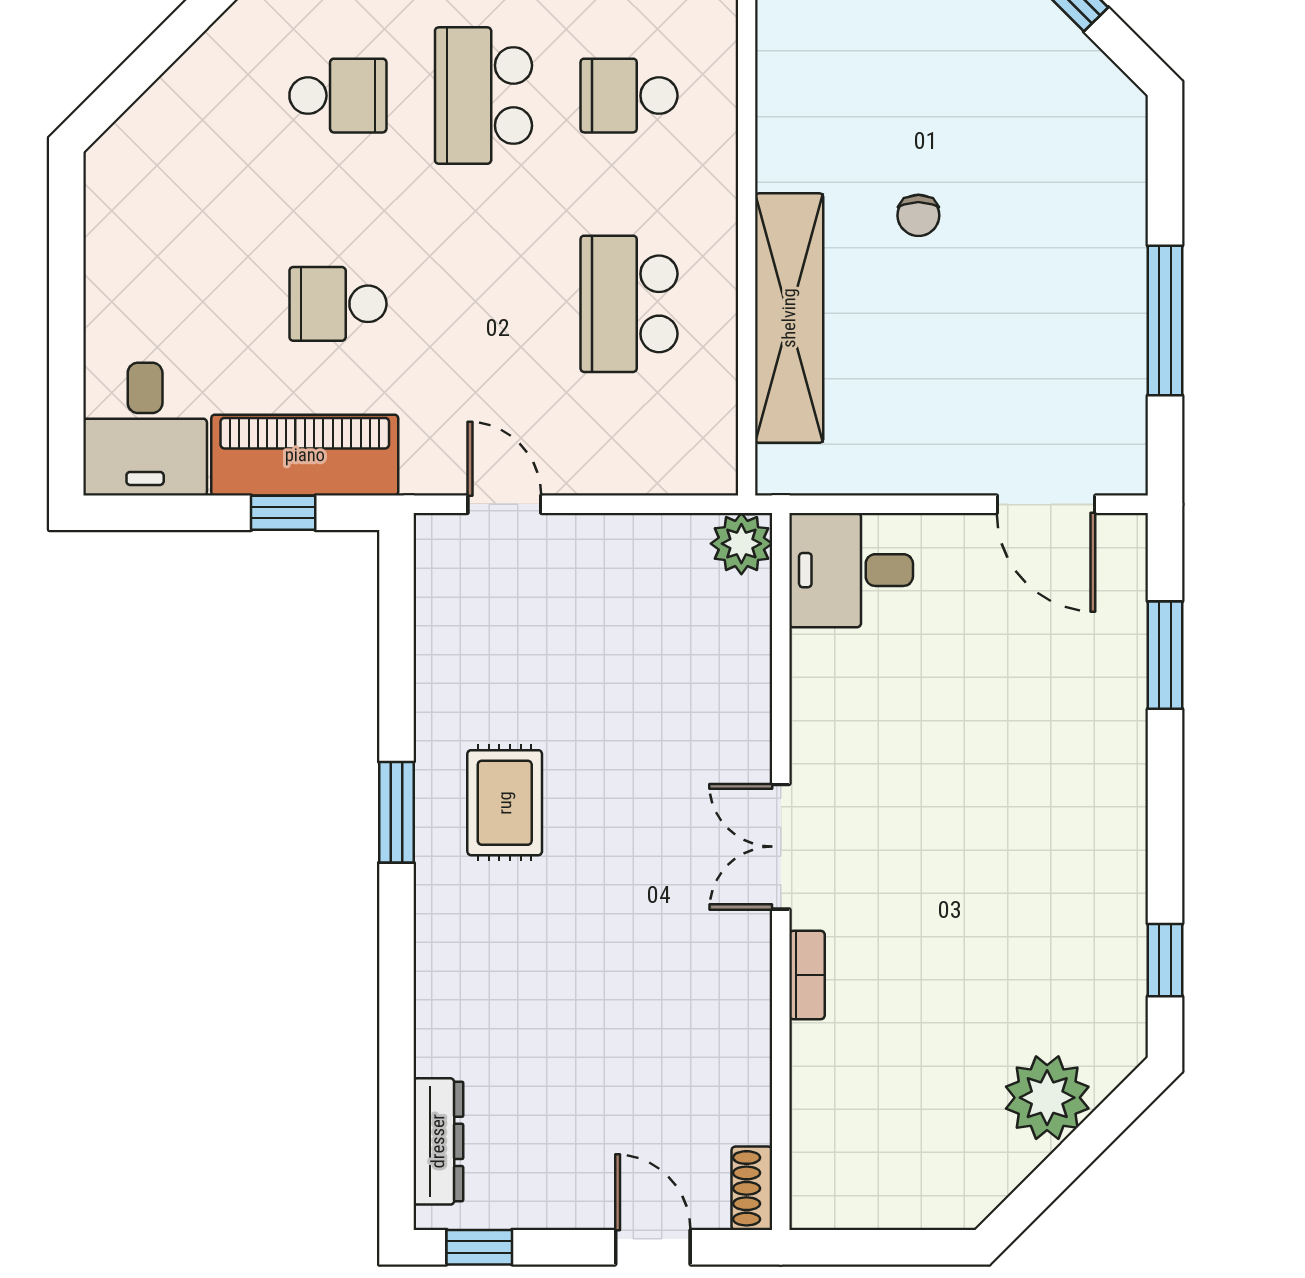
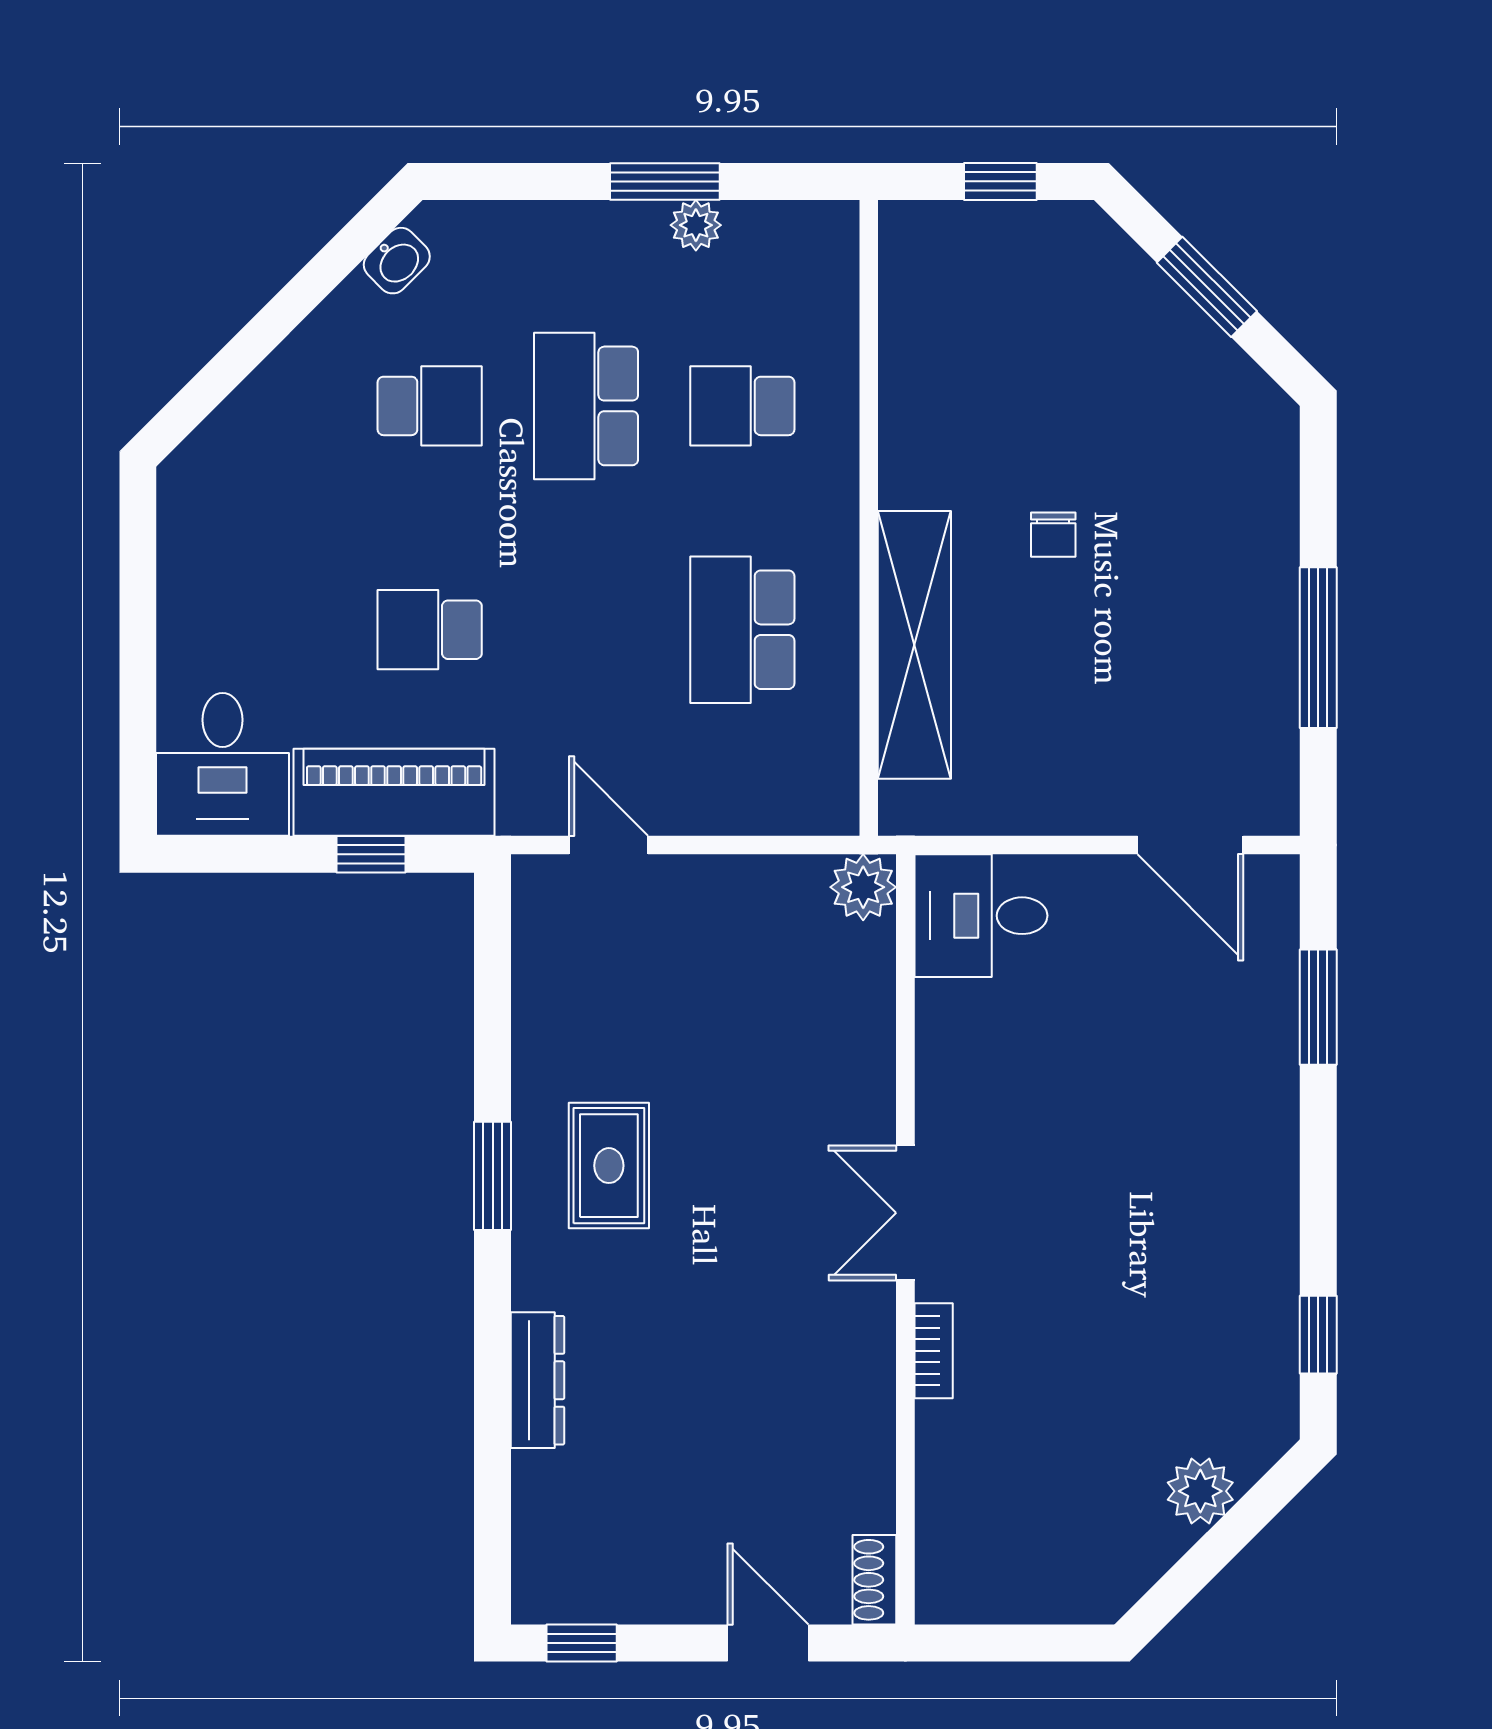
plant: (1047, 1098) -> (1200, 1491), width x0.73, depth x0.73
dresser: (438, 1141) -> (538, 1380), moved

